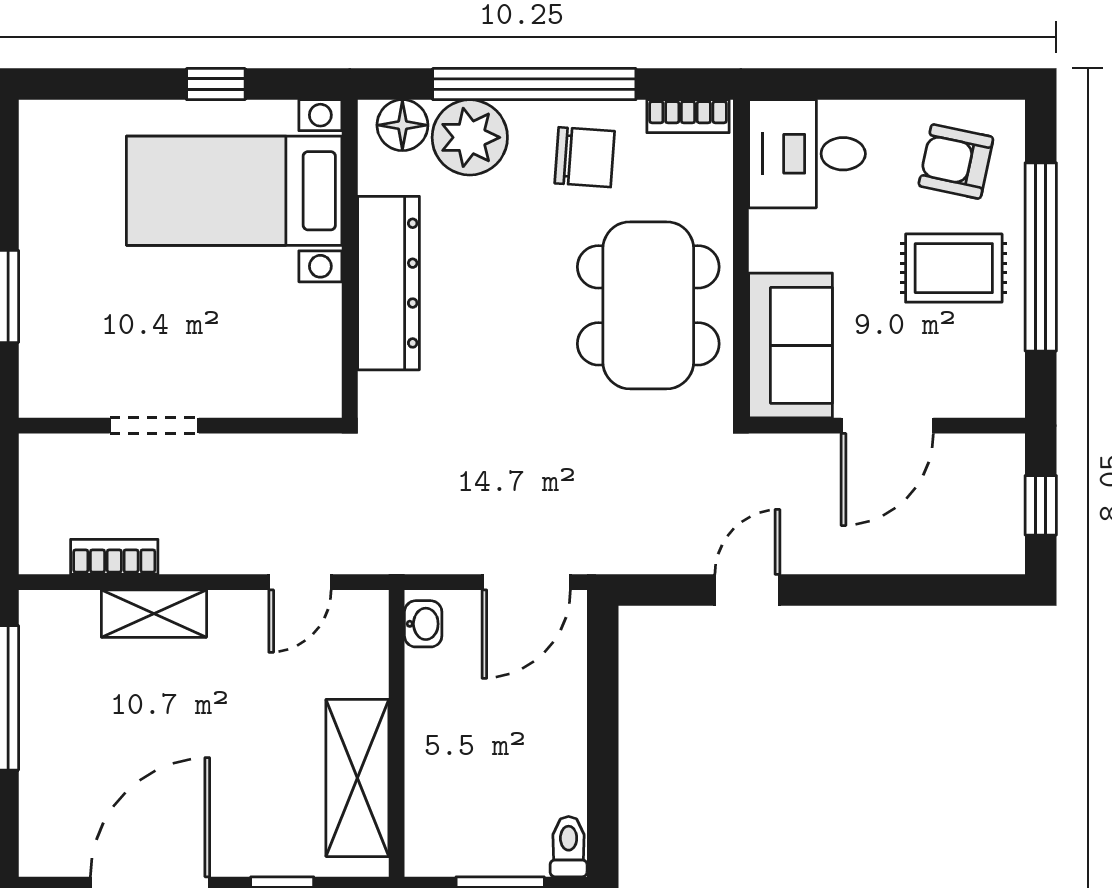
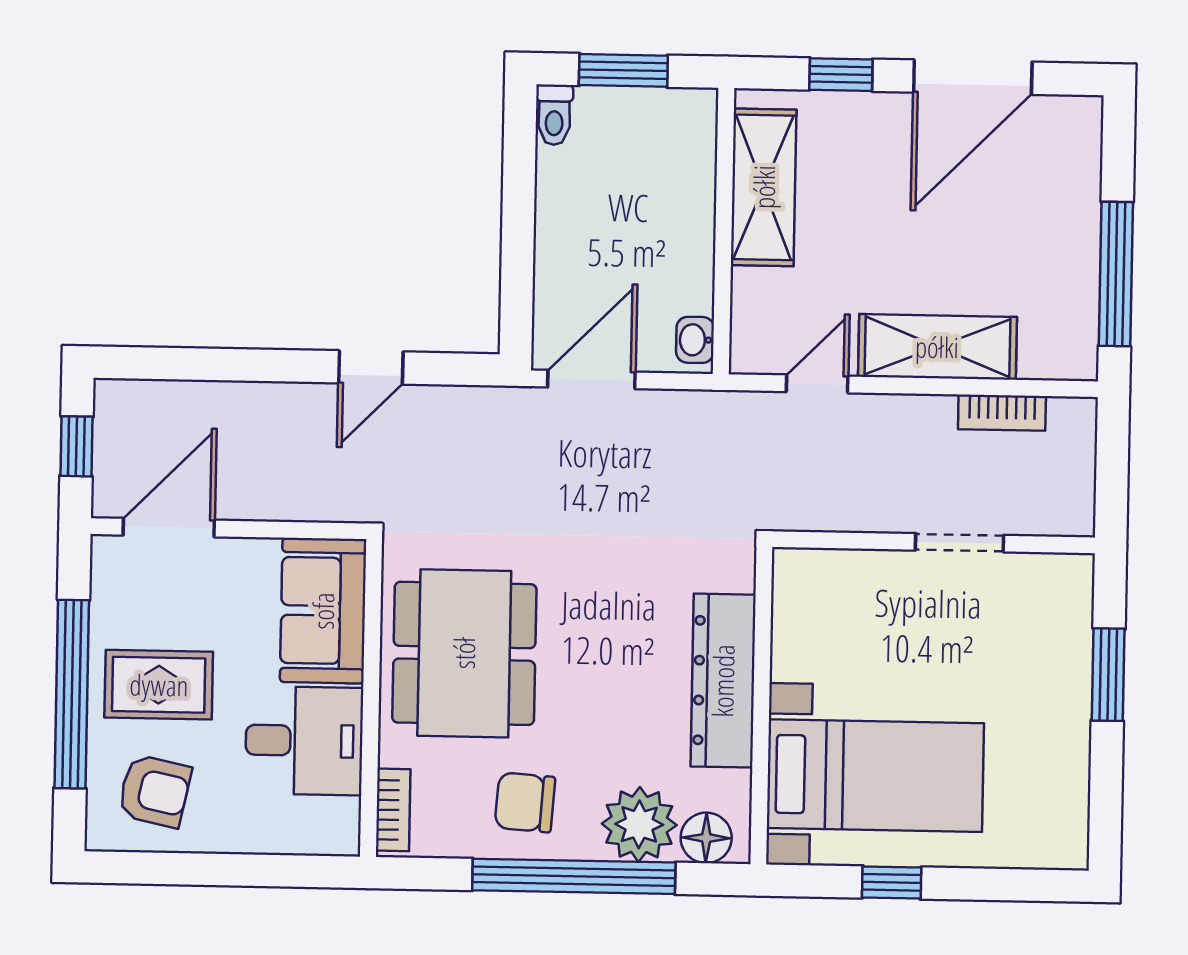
bookcase: (688, 116) -> (393, 810), moved, turned 90
desk: (807, 154) -> (304, 741), moved
door: (887, 426) -> (169, 528), moved
shelving: (154, 614) -> (937, 347), width x1.50, depth x1.33

